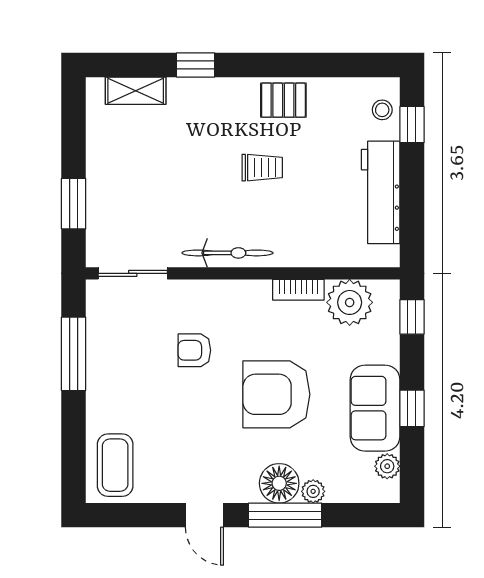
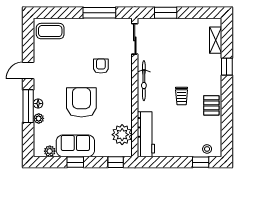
workbench: (381, 192) -> (146, 134), moved, turned 90
bookcase: (298, 290) -> (128, 112), removed
floor lamp: (279, 483) -> (38, 104), width x0.53, depth x0.53

